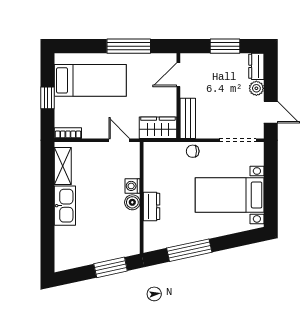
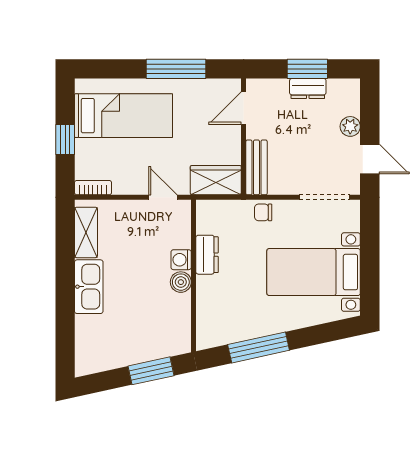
dresser: (256, 66) -> (308, 89), moved, turned -90
dresser: (152, 206) -> (207, 255), moved

